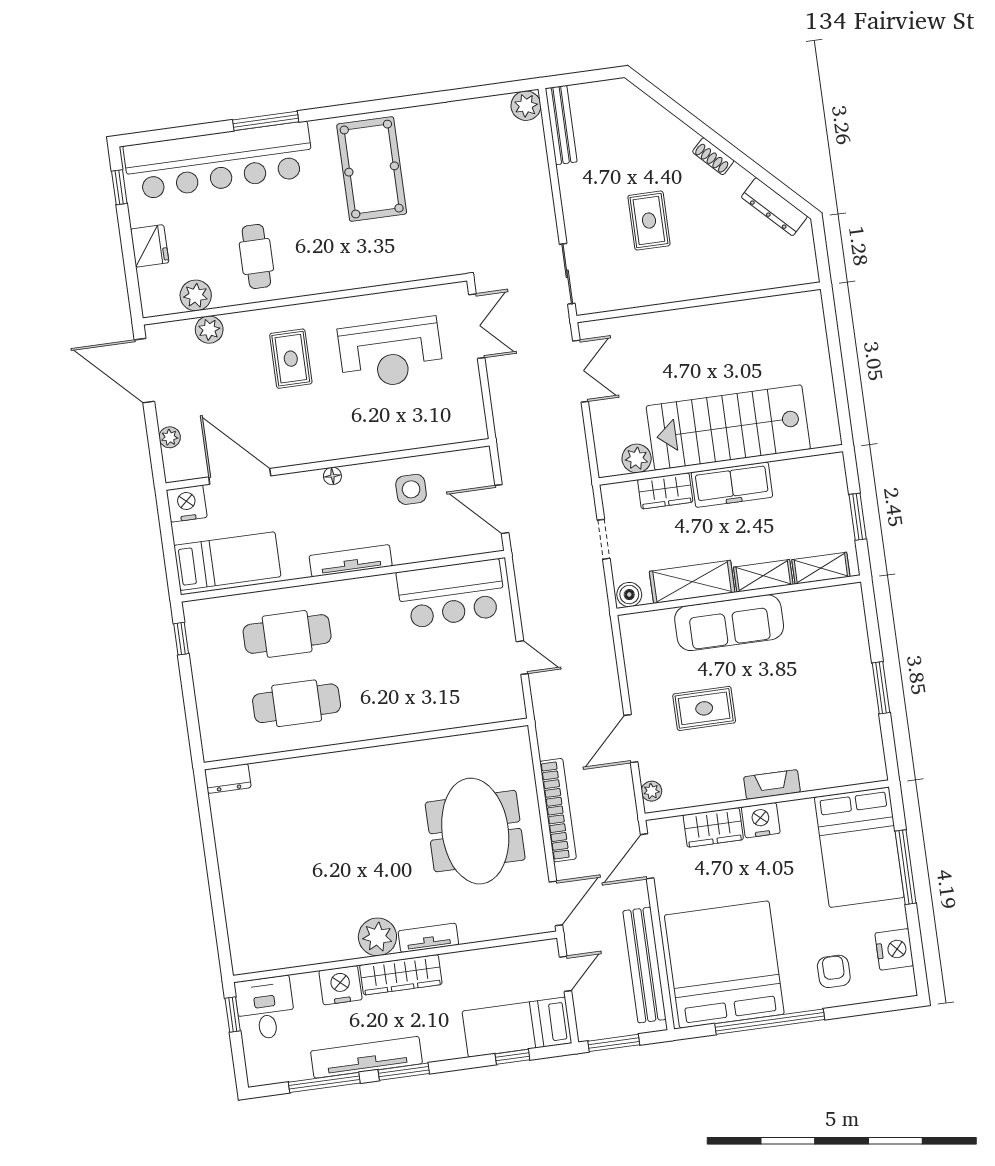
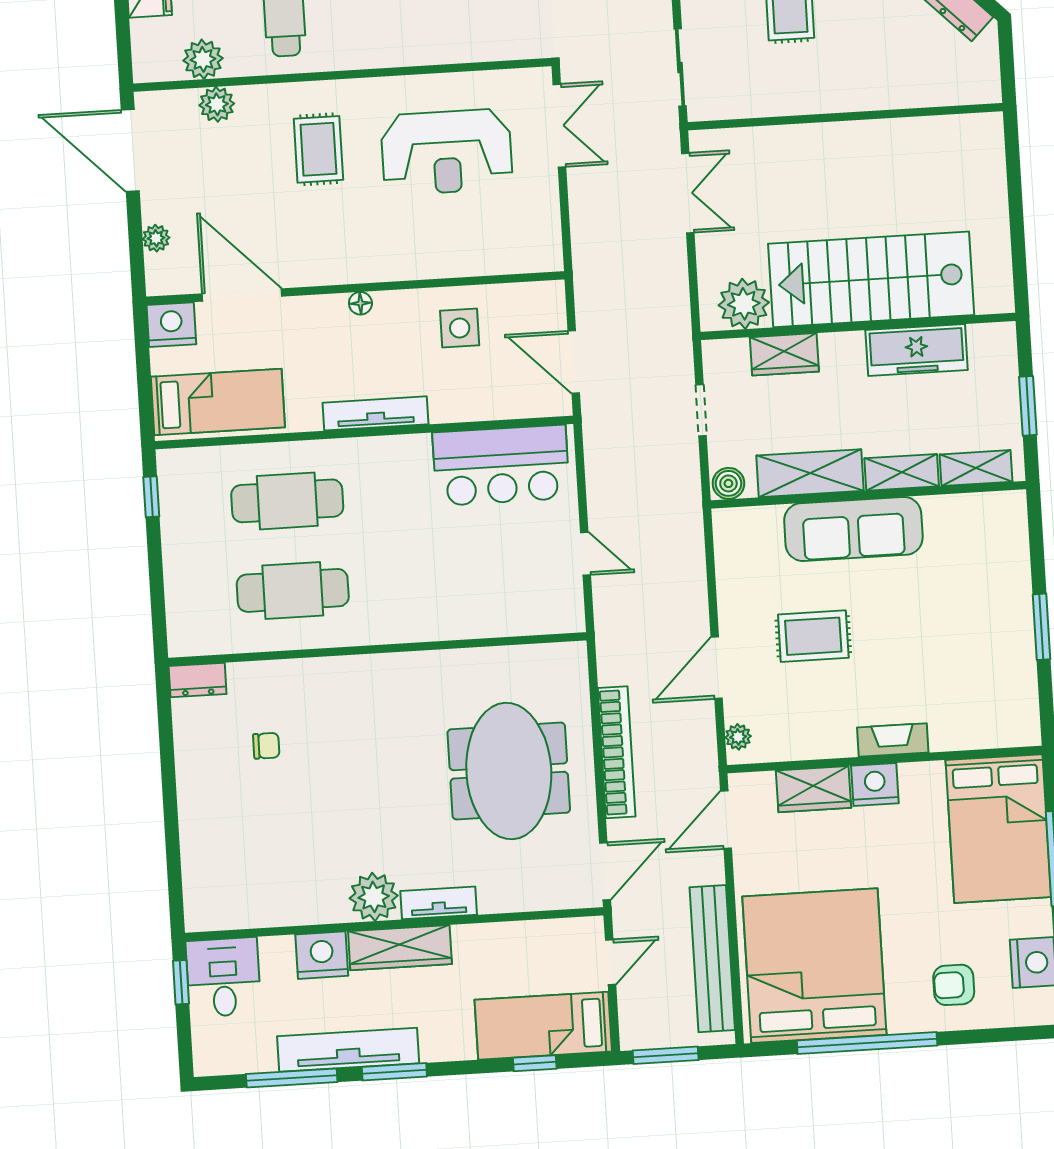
plant: (637, 458) -> (744, 304), width x1.36, depth x1.36
freezer: (732, 485) -> (917, 350), moved
chair: (285, 826) -> (266, 746), added
armchair: (834, 971) -> (954, 985), turned -90

